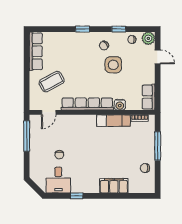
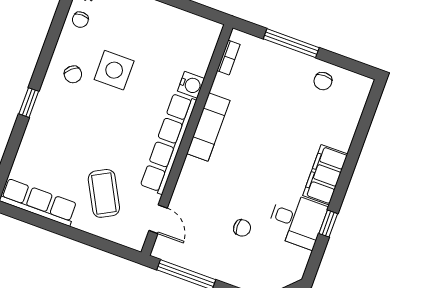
window: (119, 29) -> (53, 36), removed
row of seats: (149, 97) -> (196, 27), removed
exam couch: (114, 121) -> (208, 127), moved
desk: (58, 180) -> (297, 220), moved
filing cabinet: (114, 186) -> (325, 175), moved

